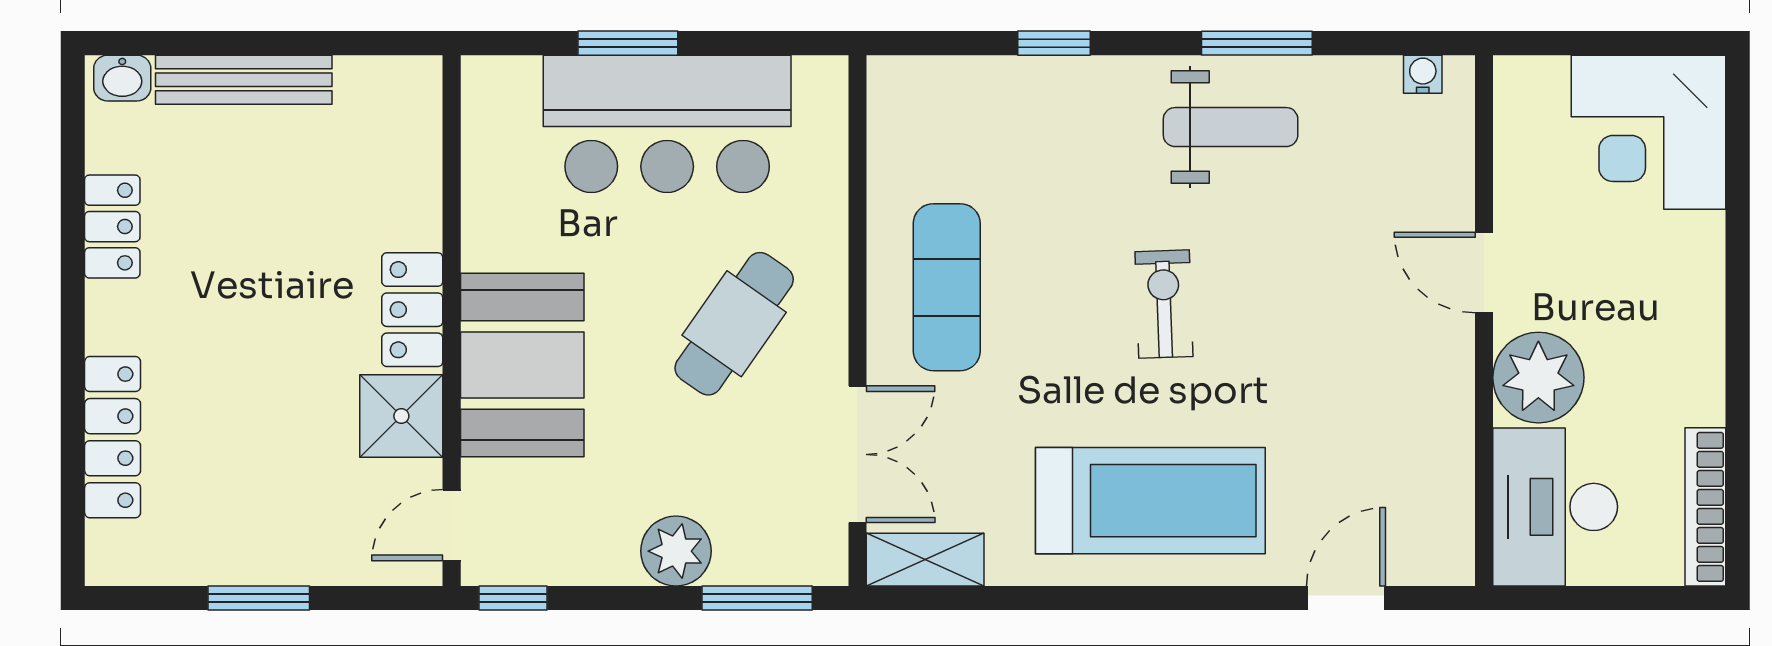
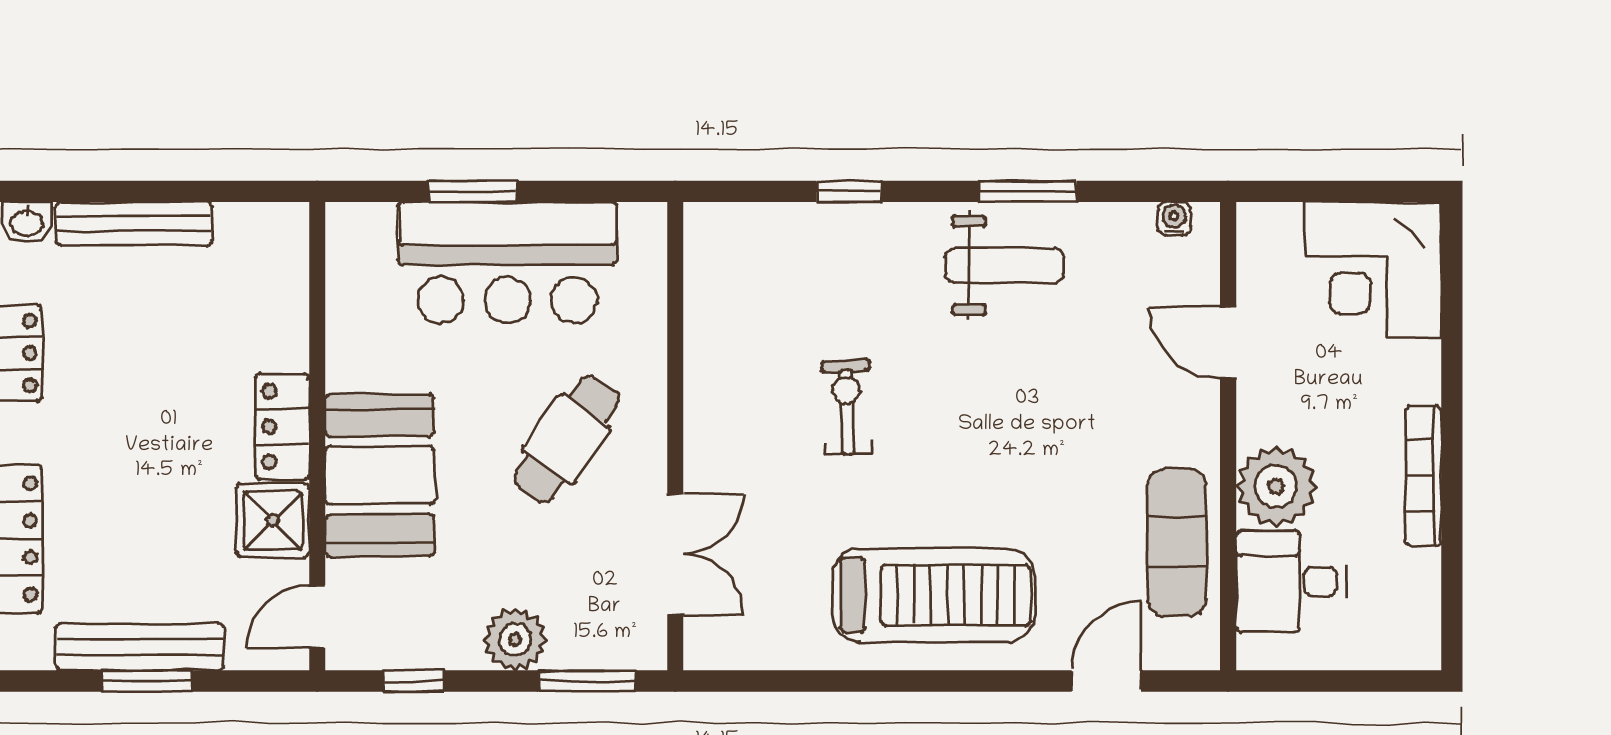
door: (1484, 273) -> (1228, 342), moved
exercise mat: (947, 287) -> (1177, 542), moved
exercise bike: (1164, 304) -> (847, 407), moved
desk: (1555, 507) -> (1291, 582), width x0.73
bookcase: (1705, 507) -> (1423, 476), moved
bench: (251, 560) -> (140, 647), added
shelving: (925, 560) -> (735, 647), removed
window: (513, 598) -> (414, 681), moved

